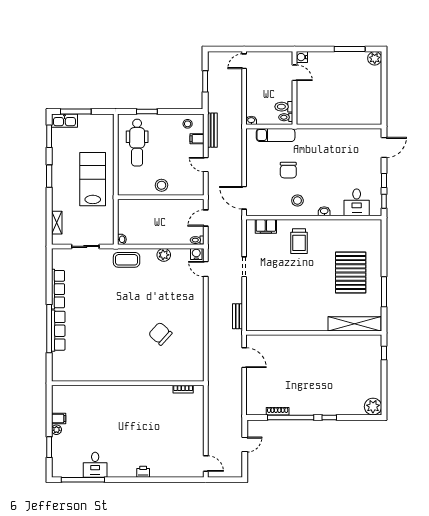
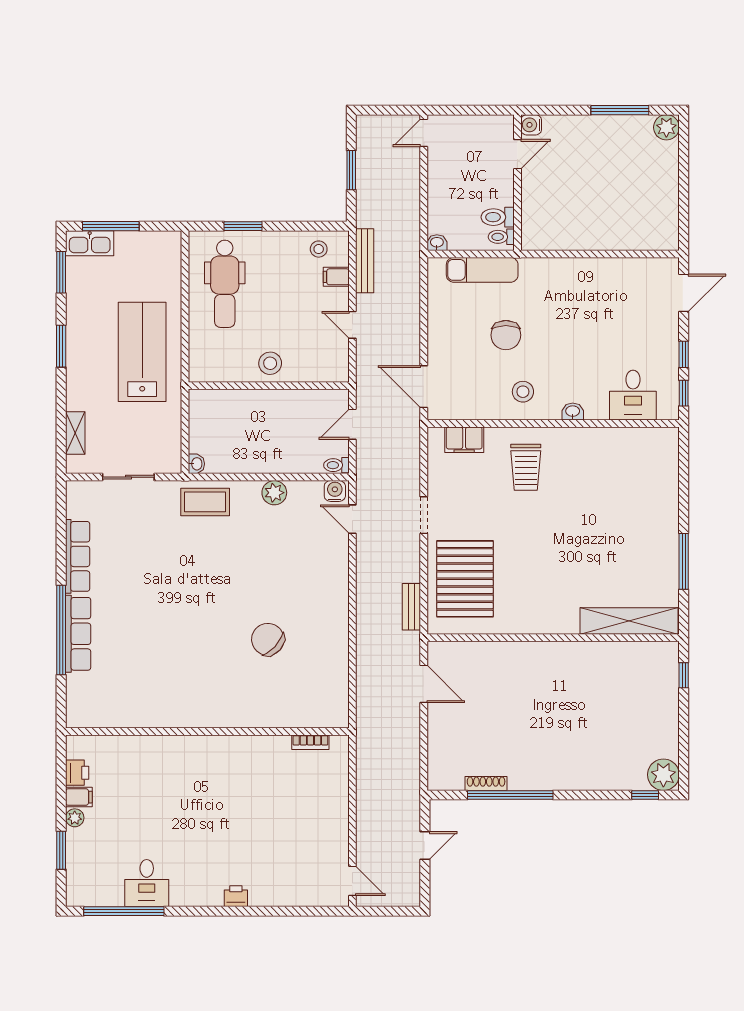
door: (295, 73) -> (517, 154), hinge flipped
pallet: (351, 273) -> (465, 579), moved
printer: (58, 405) -> (77, 773), added
window: (329, 417) -> (645, 795), moved

